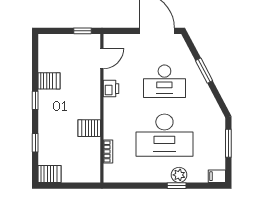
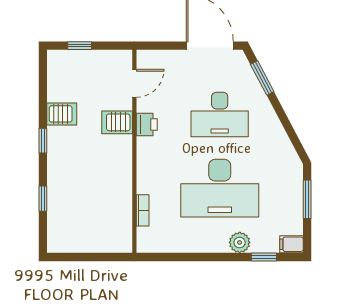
window: (83, 31) -> (80, 46), moved
window: (204, 71) -> (262, 78), moved
server rack: (89, 128) -> (117, 122), moved
server rack: (49, 174) -> (62, 241), removed
window: (177, 186) -> (264, 257), moved

